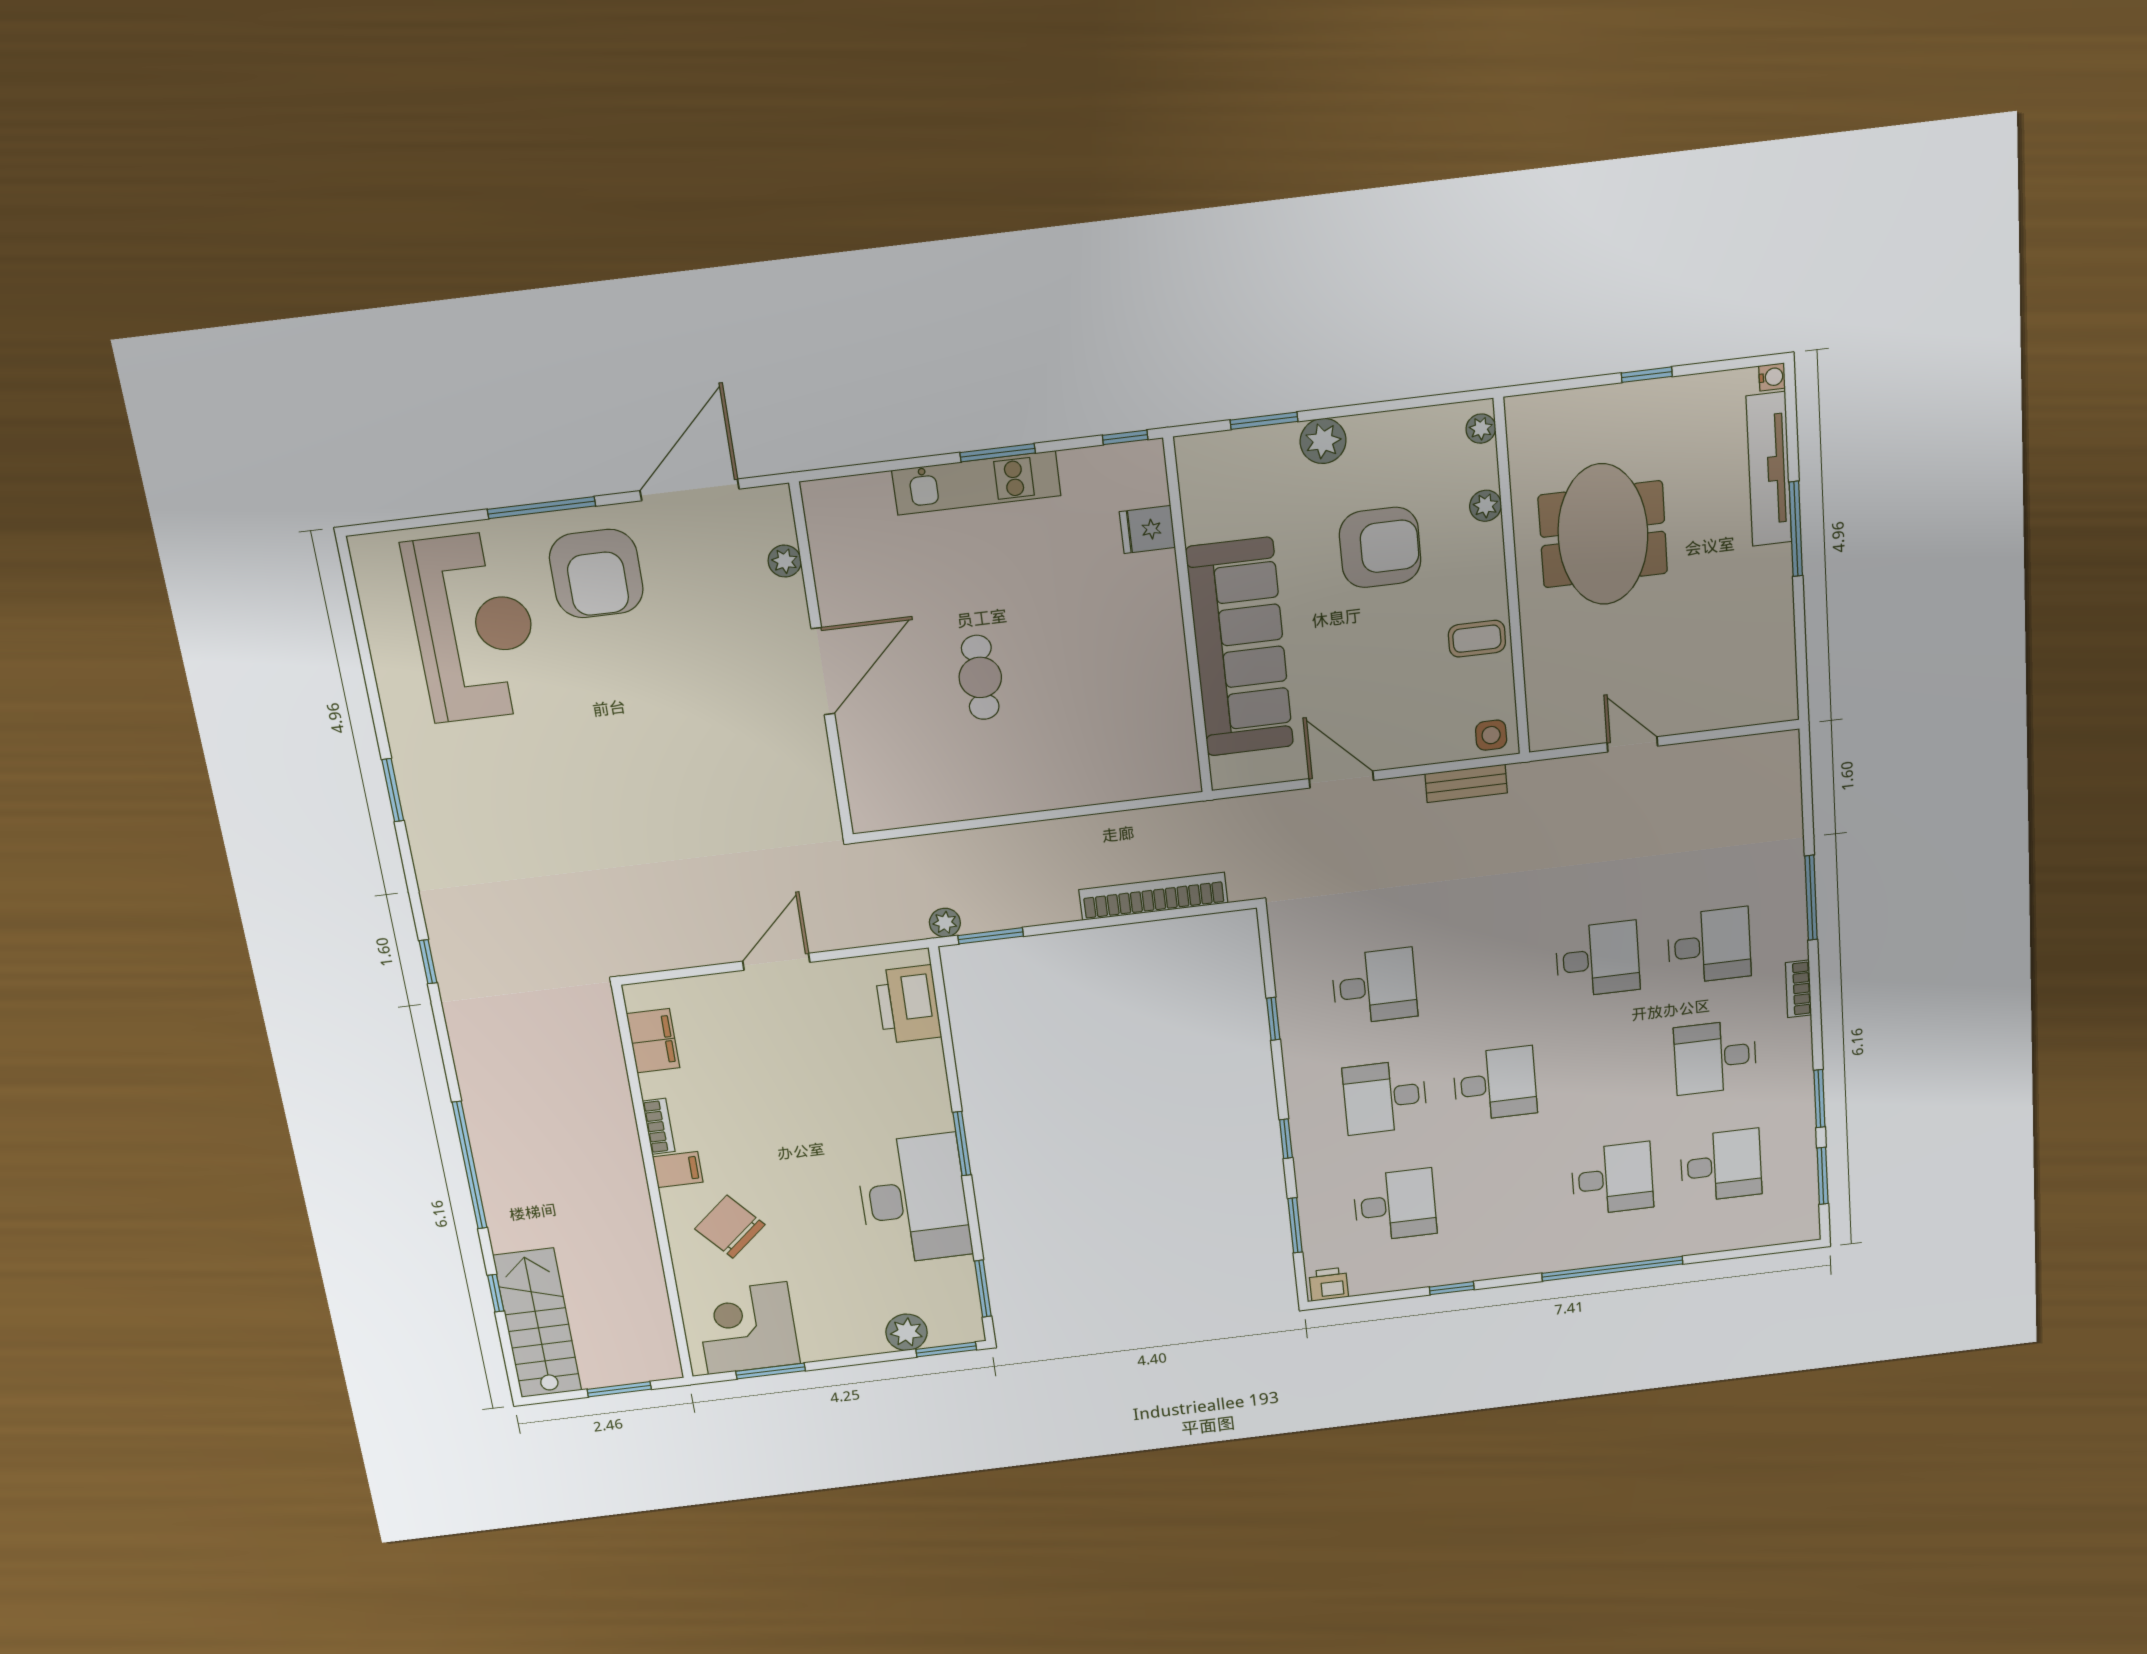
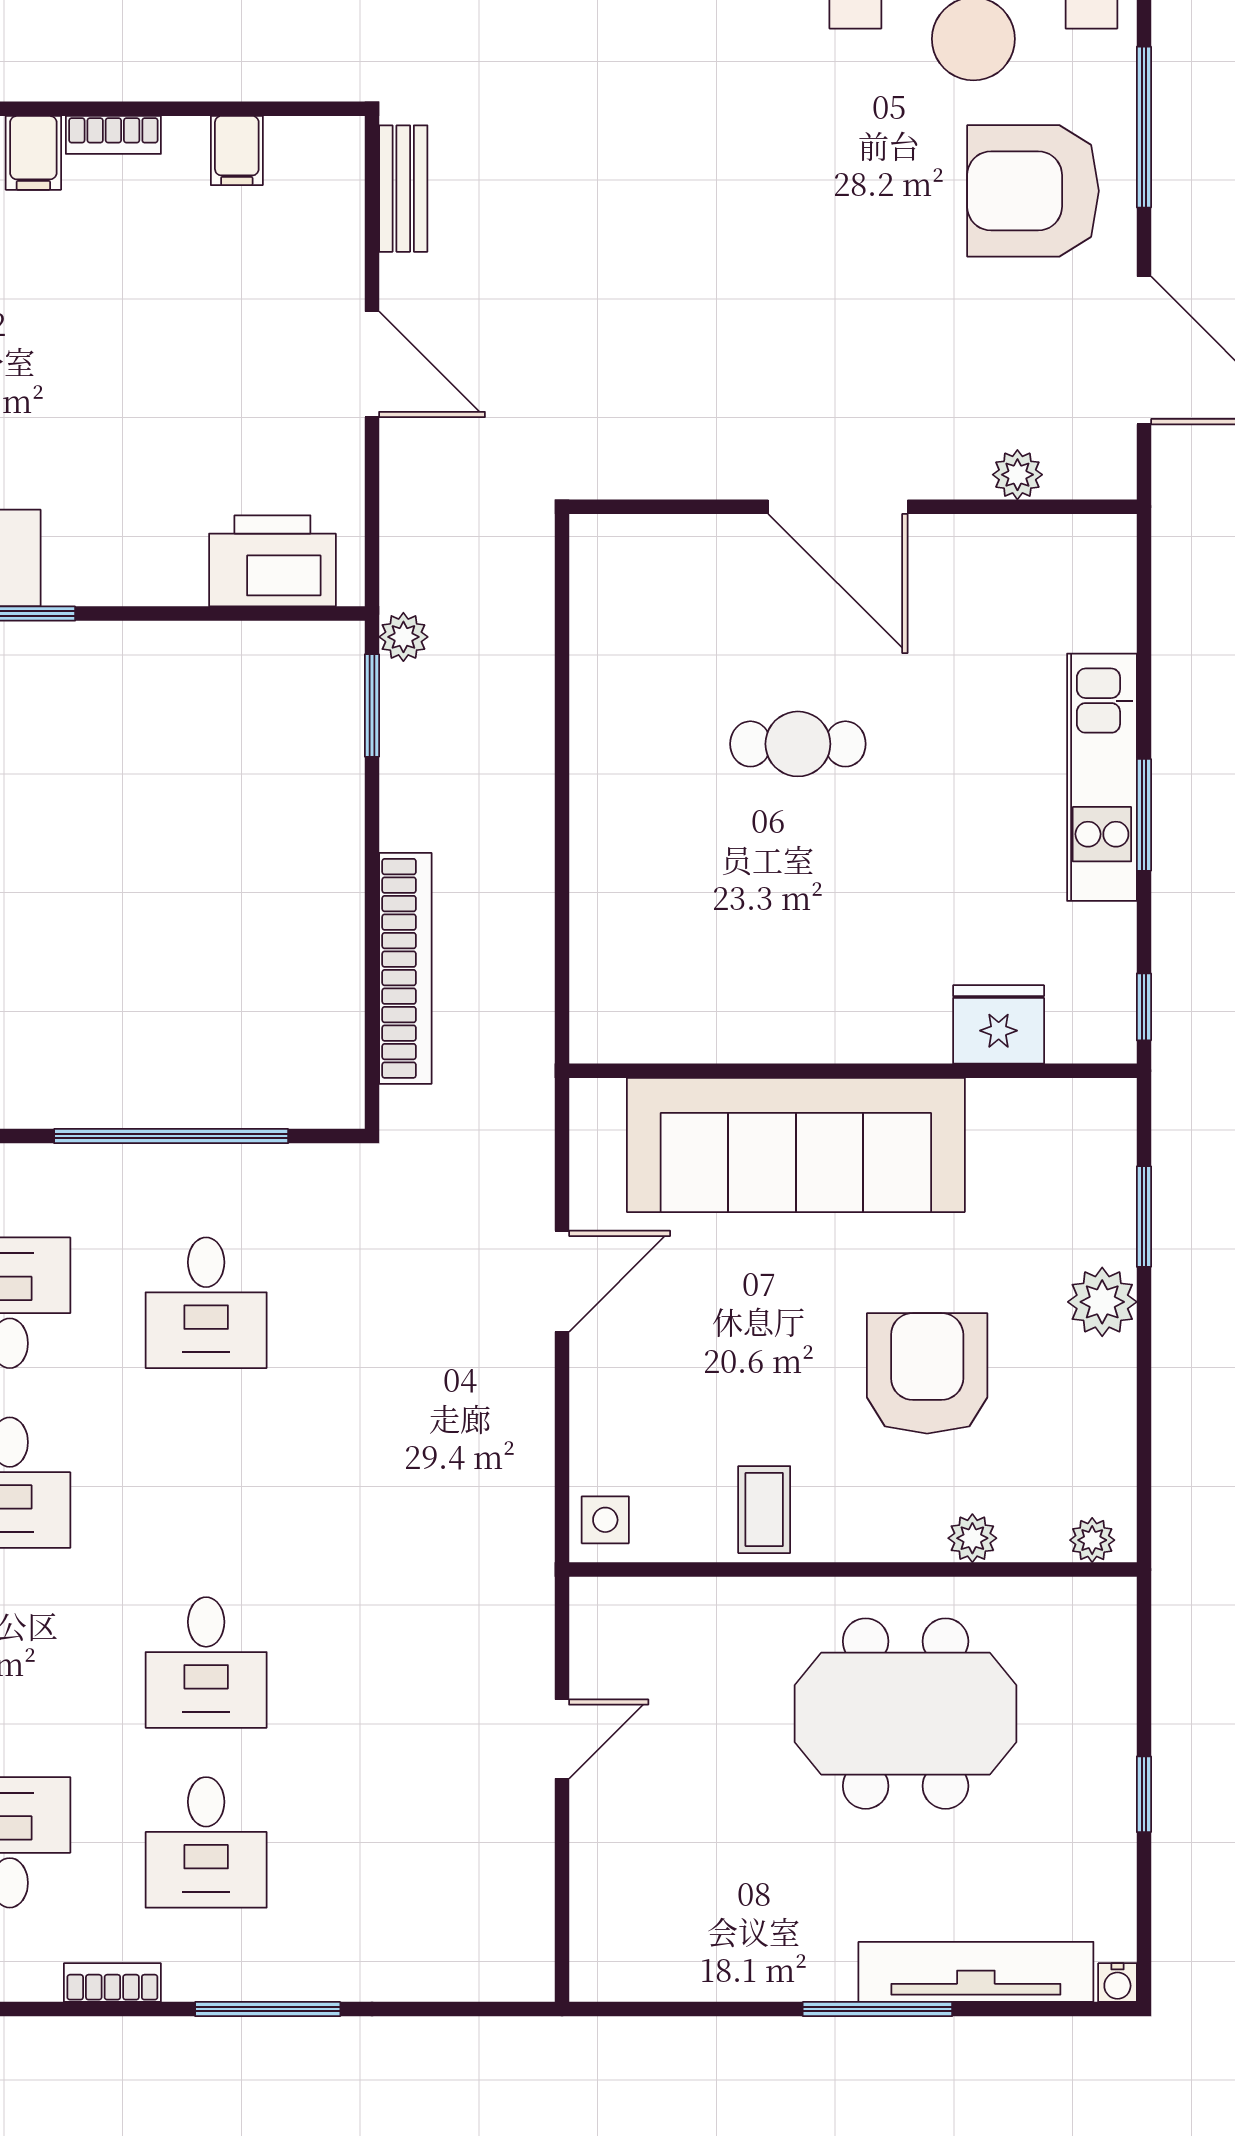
fridge: (1147, 530) -> (999, 1024), width x1.38
armchair: (1380, 547) -> (927, 1373), turned 180
bench: (1466, 783) -> (403, 189), moved
window: (1273, 1019) -> (171, 1136), width x3.17
filing cabinet: (653, 1041) -> (237, 151), width x0.50

